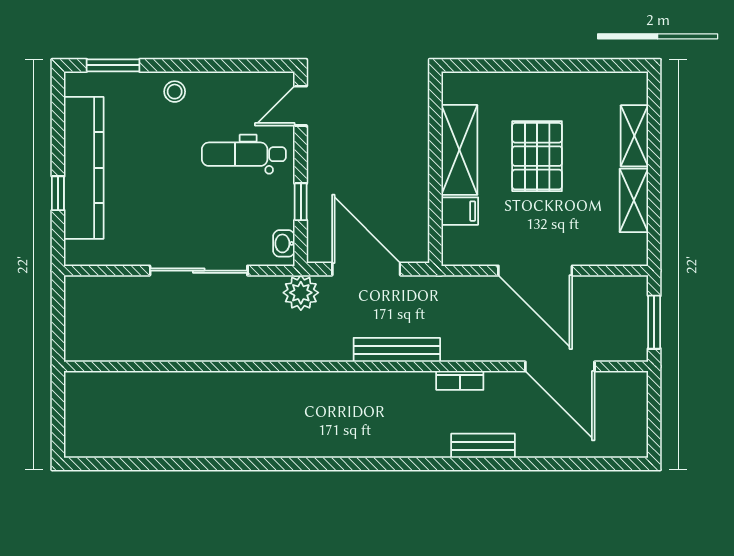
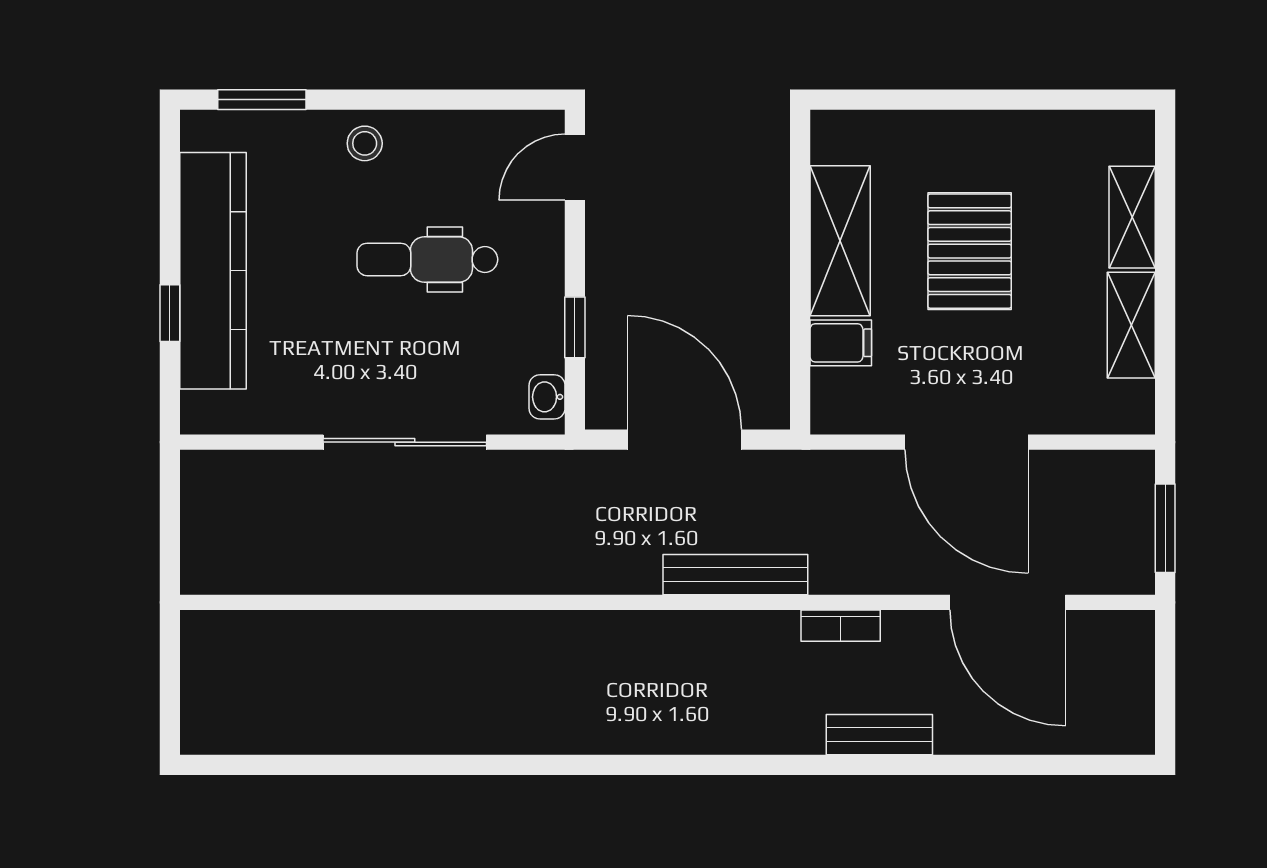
dental chair: (244, 154) -> (427, 259), moved
plant: (301, 293) -> (575, 479), removed

